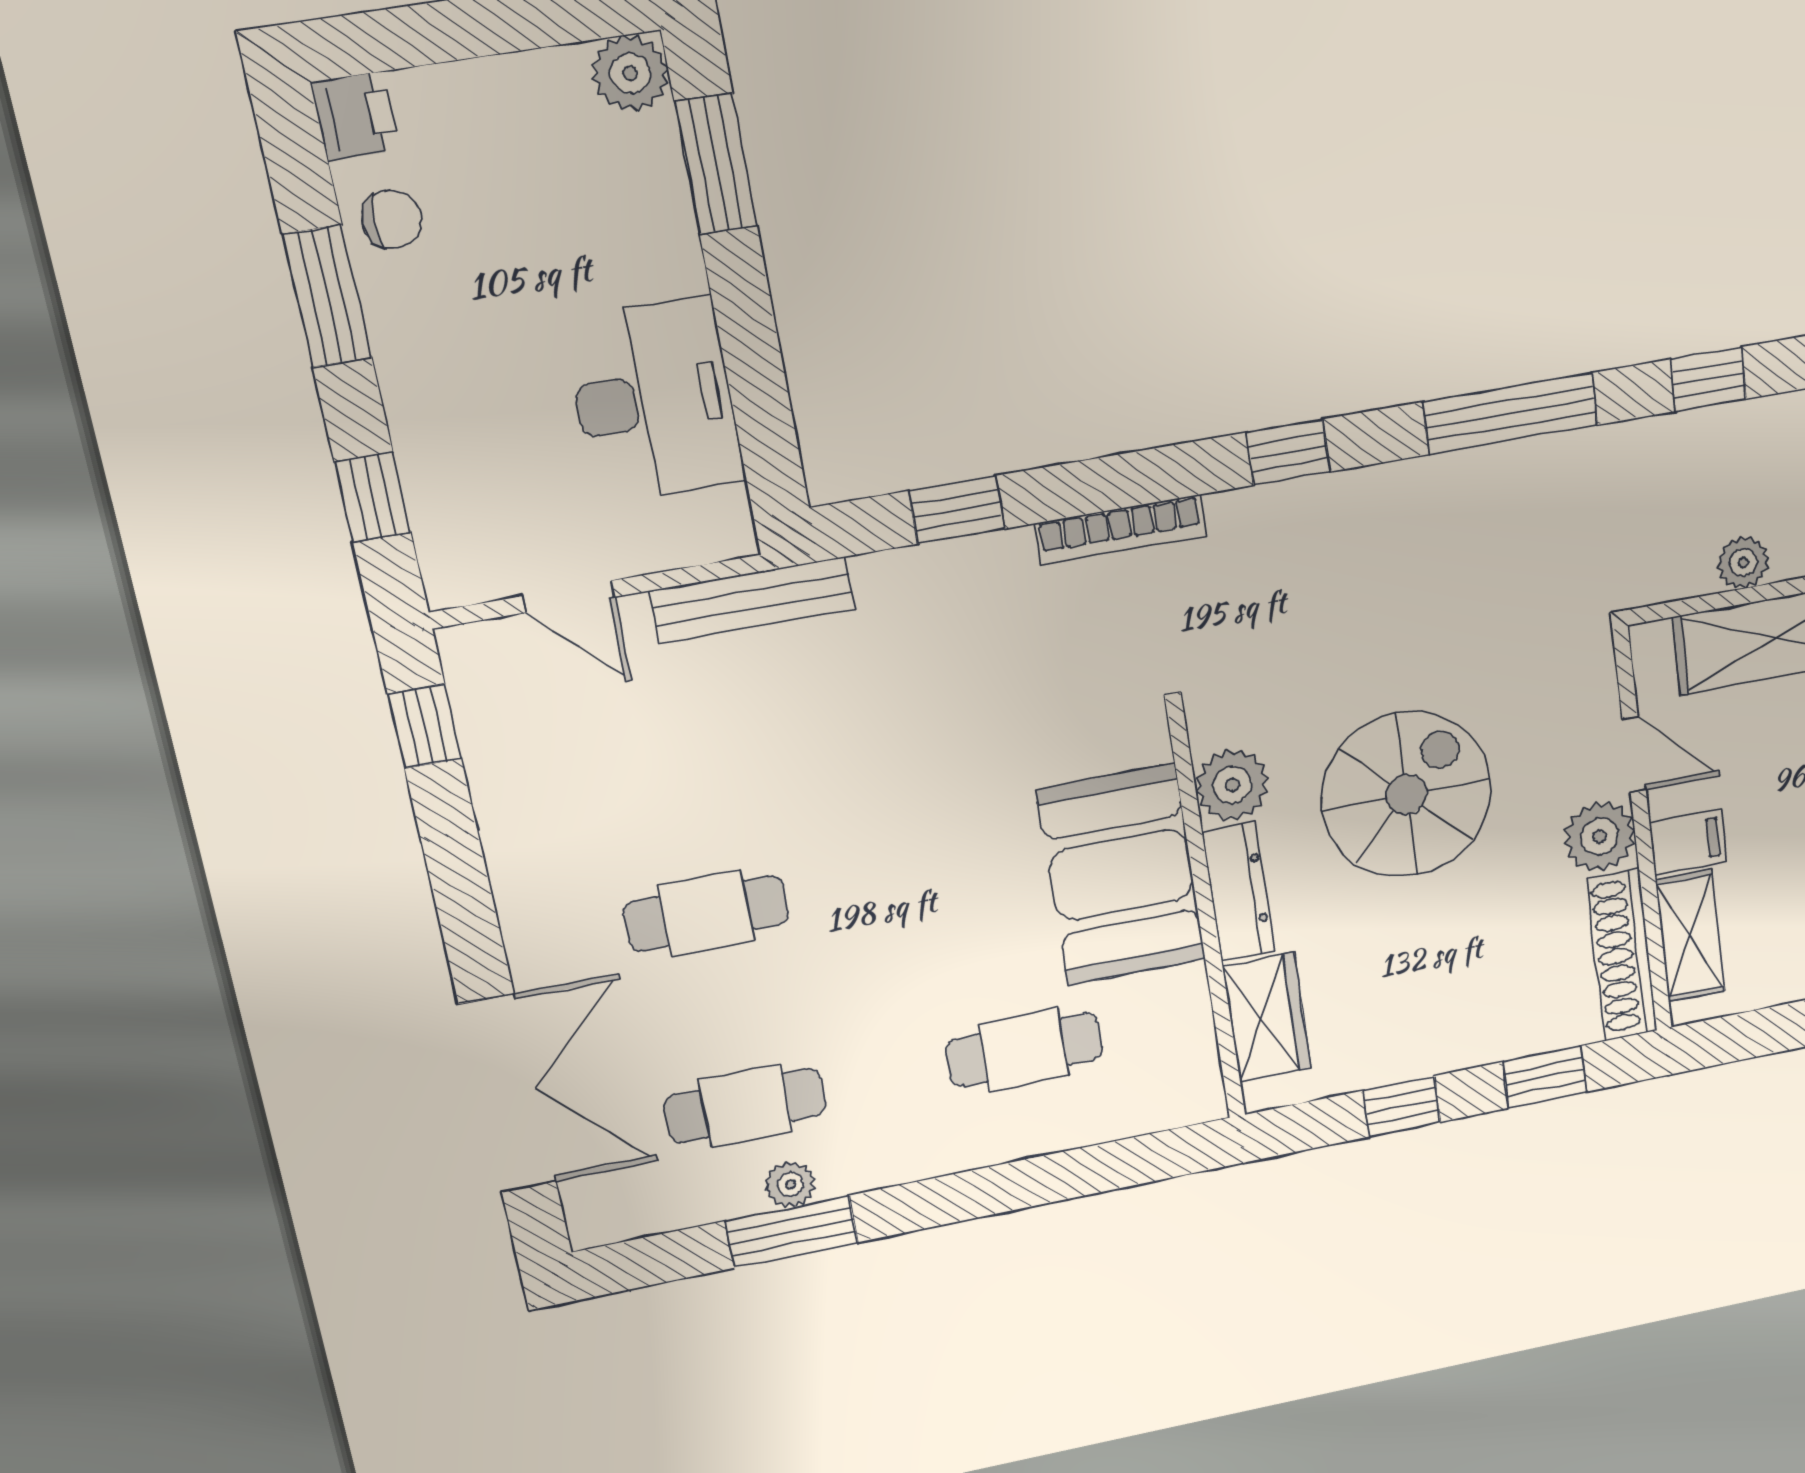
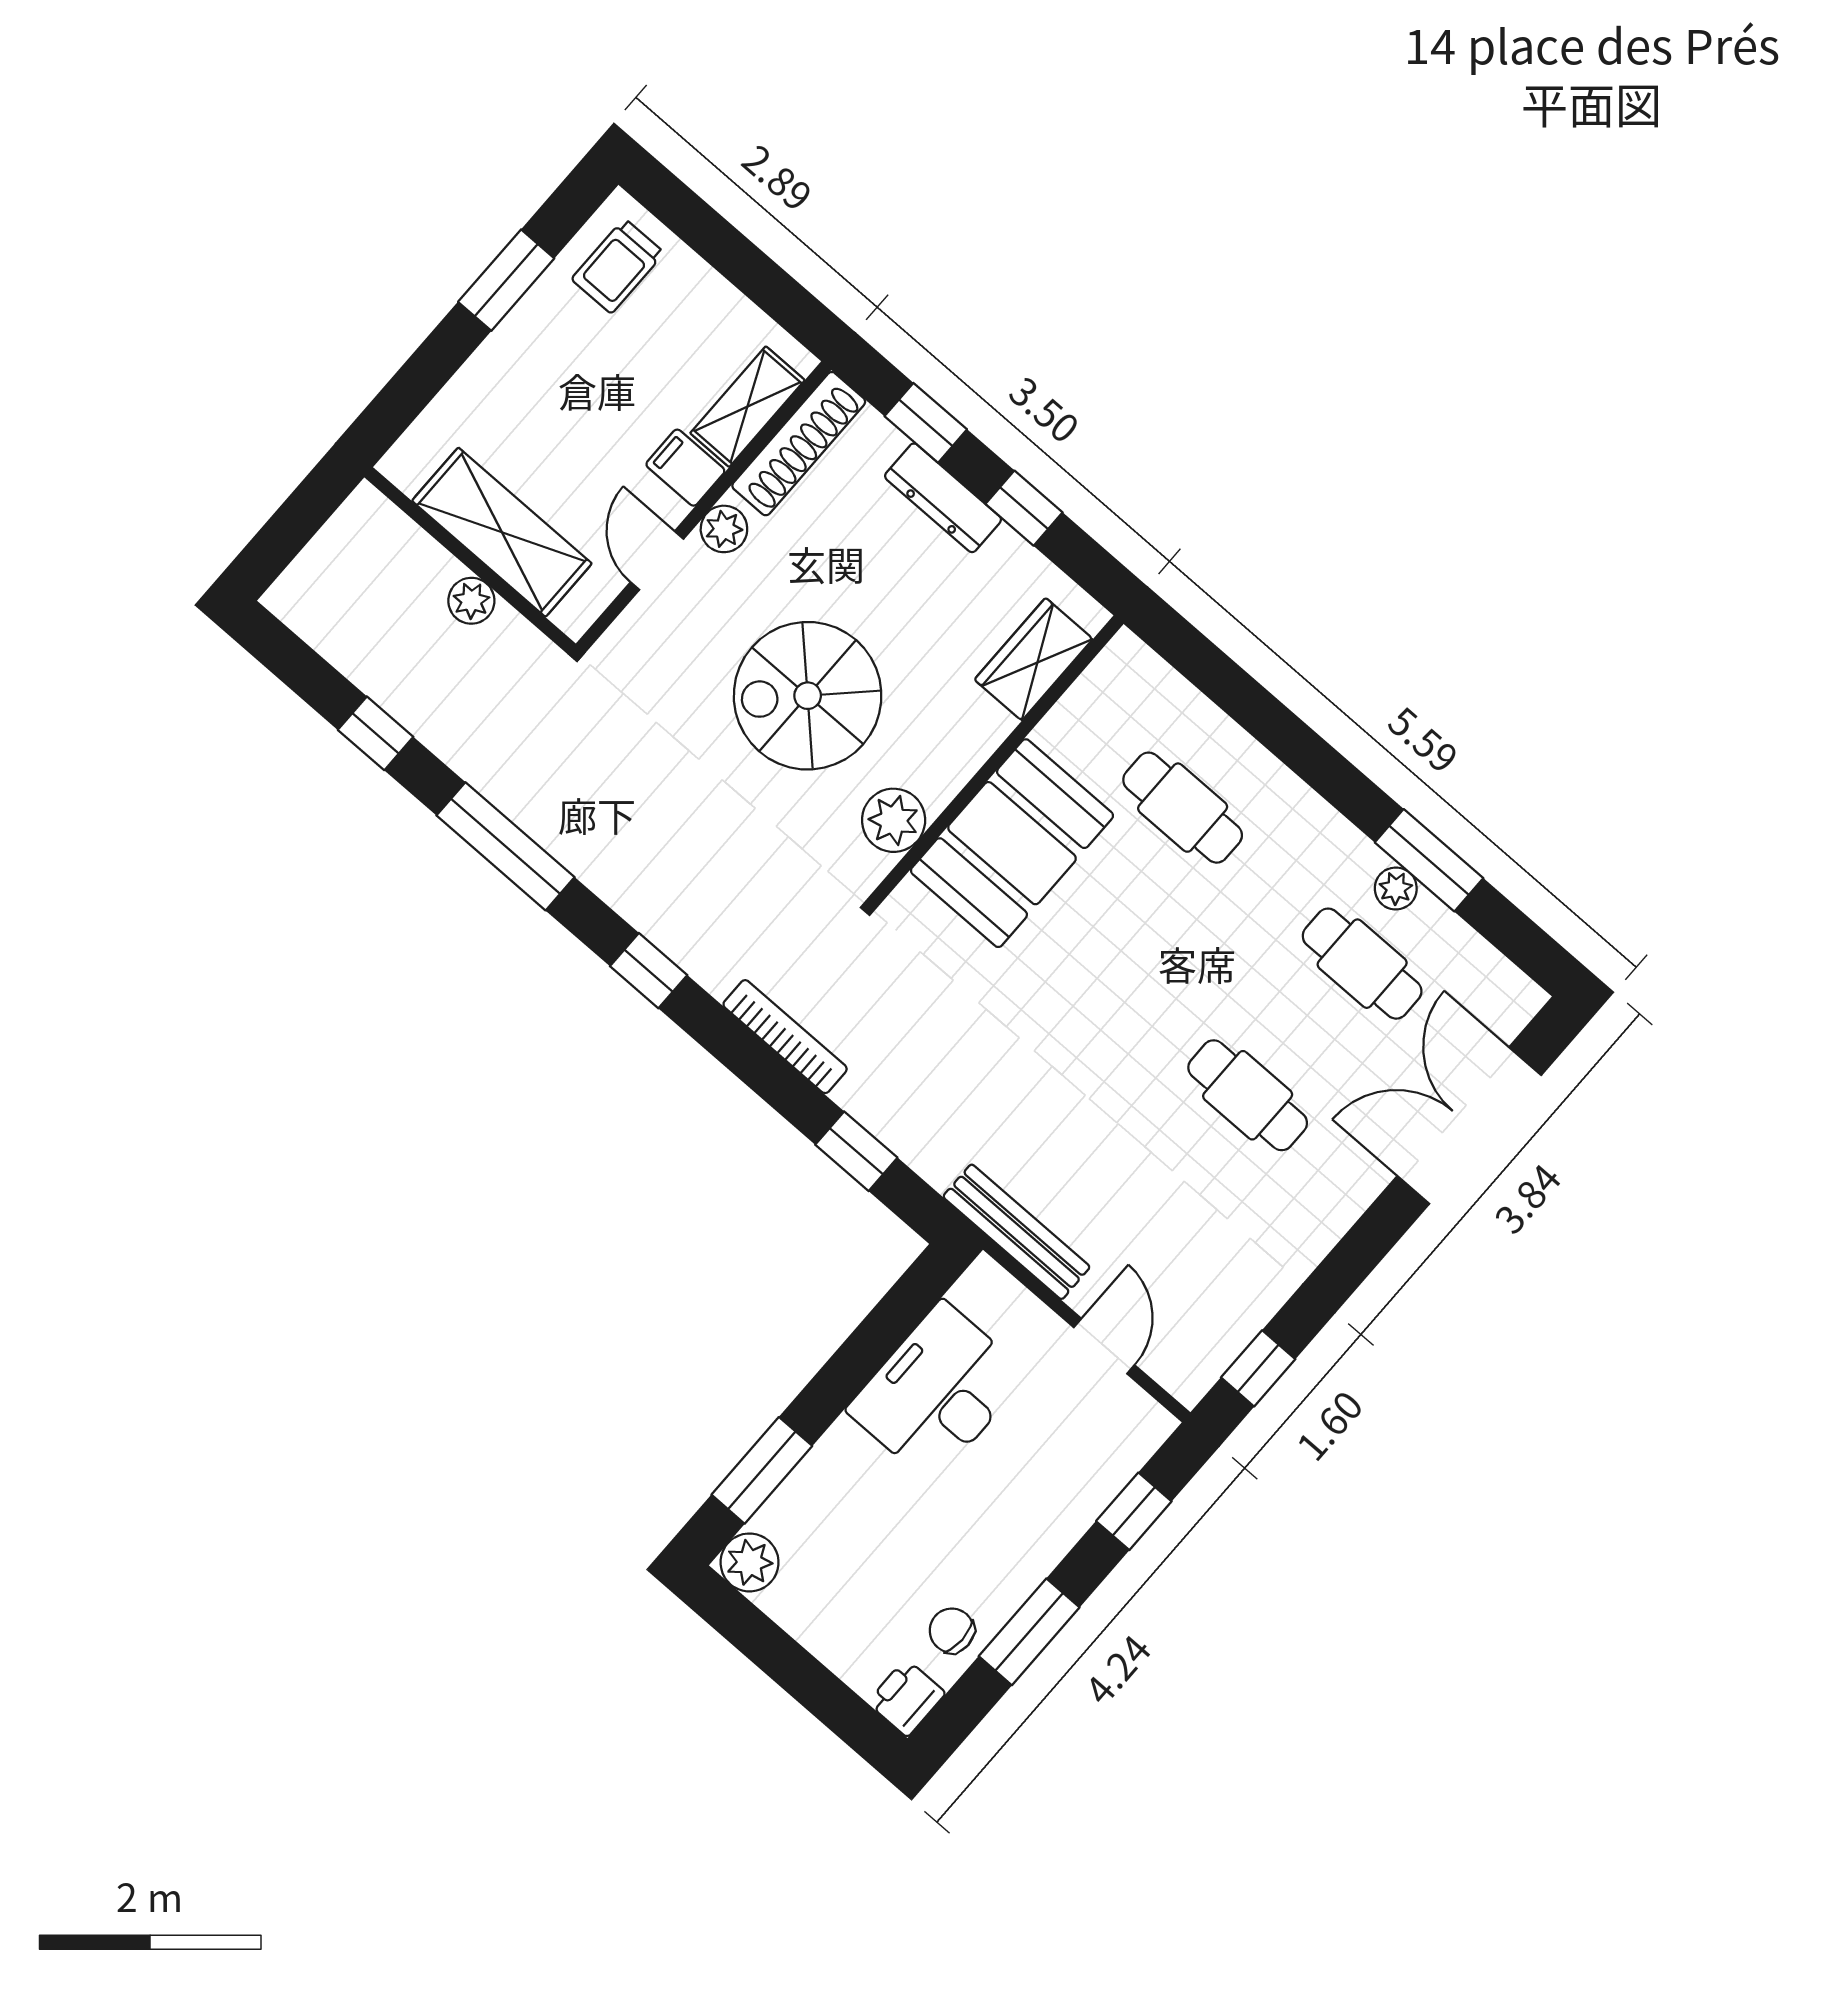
plant: (1599, 836) -> (724, 529), width x0.73, depth x0.73
dresser: (1238, 892) -> (943, 498), moved, turned -90

